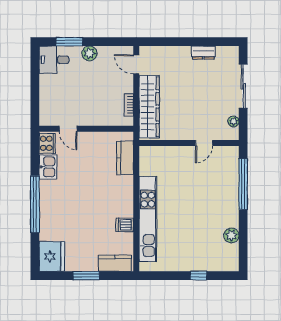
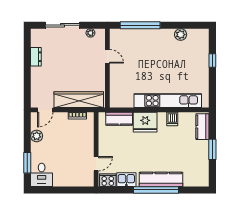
plant: (89, 53) -> (37, 136), moved
kitchen counter: (48, 211) -> (161, 179), added
fridge: (52, 256) -> (145, 122), moved, turned 180

